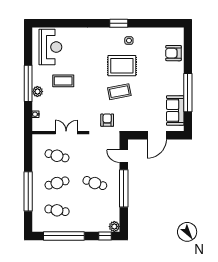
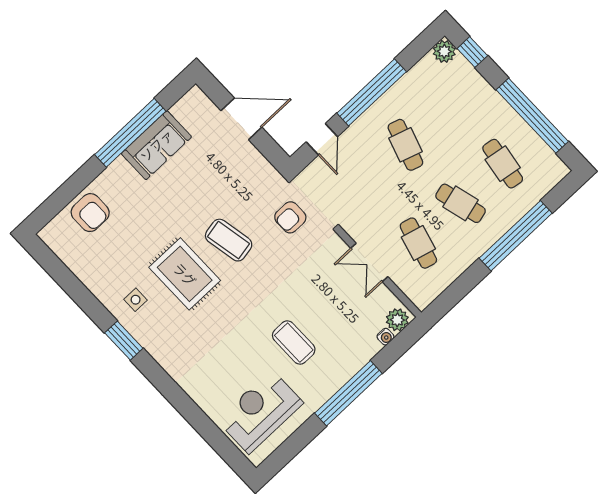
plant: (37, 92) -> (397, 320), moved
sofa: (175, 111) -> (156, 145), moved

